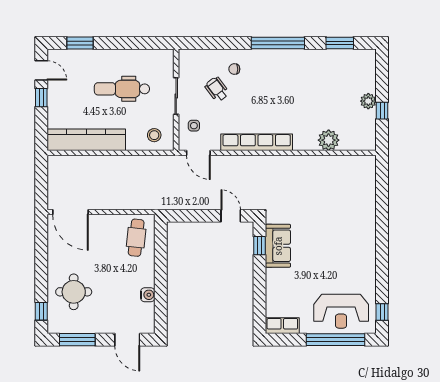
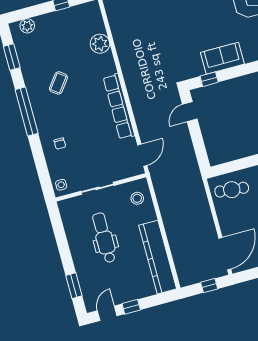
coffee table: (299, 85) -> (58, 83), added
dental chair: (122, 89) -> (104, 238), turned 180
wheelchair: (217, 89) -> (82, 154), removed
plant: (368, 101) -> (27, 26), moved
side table: (194, 126) -> (61, 185), moved
window: (41, 186) -> (209, 286), added
sofa: (278, 246) -> (222, 58), moved

